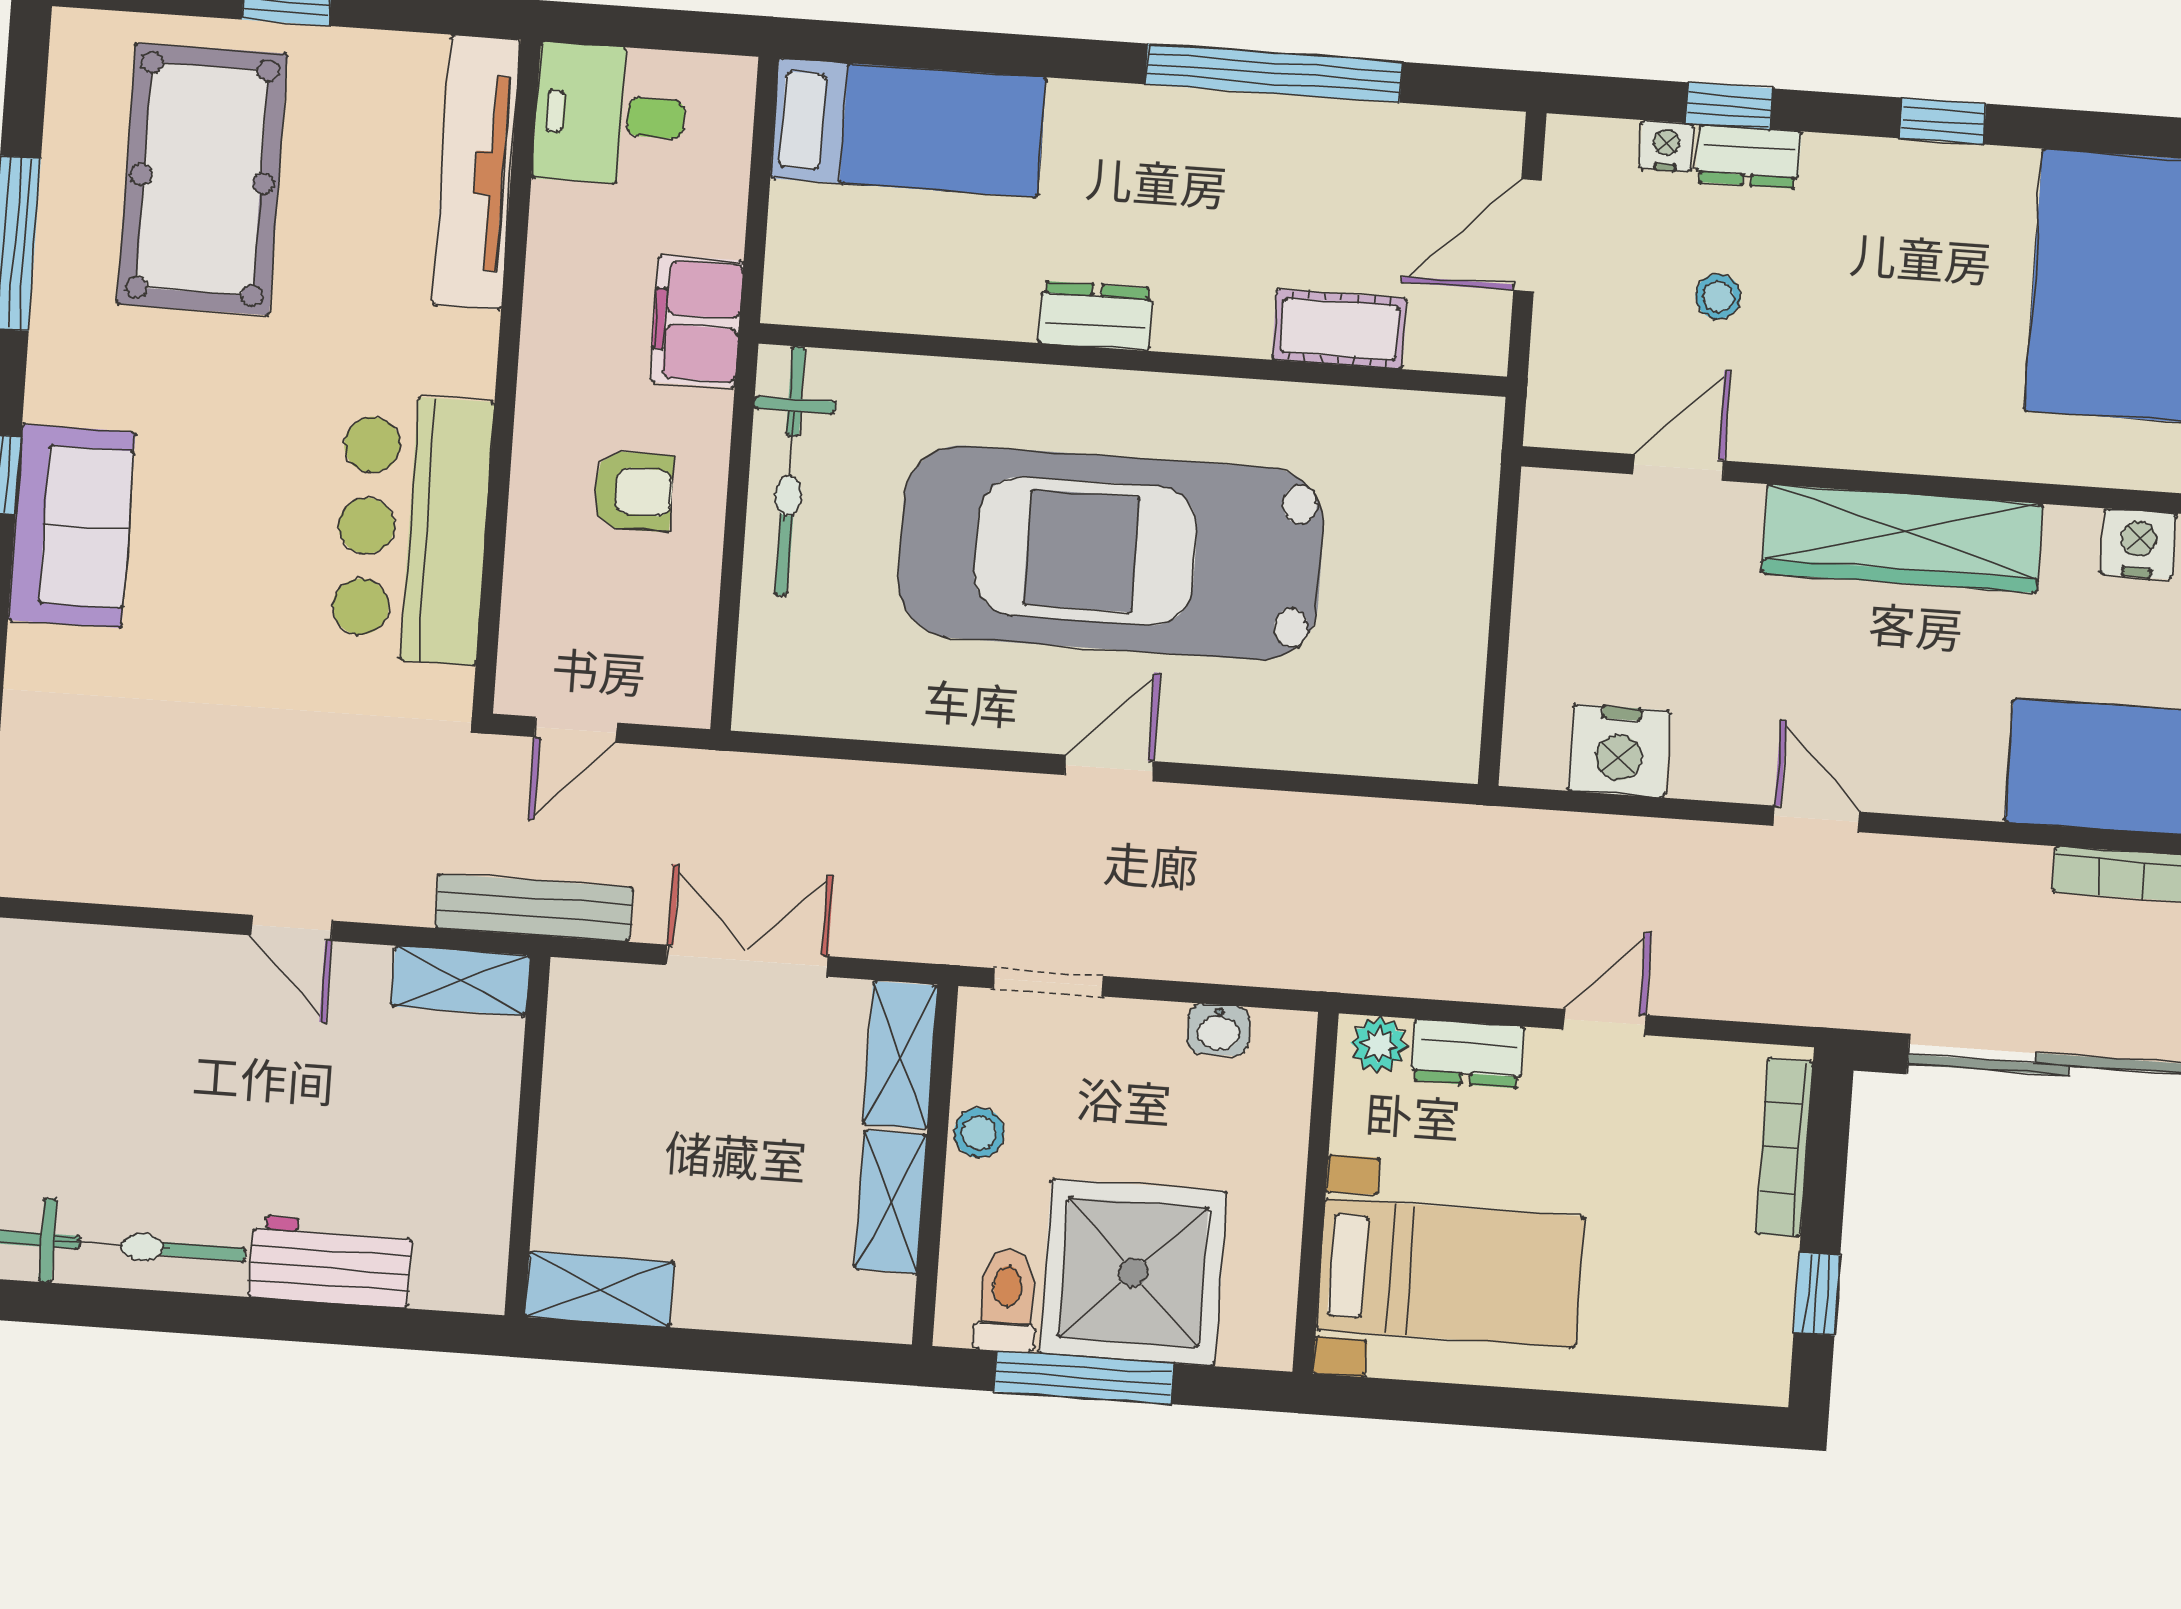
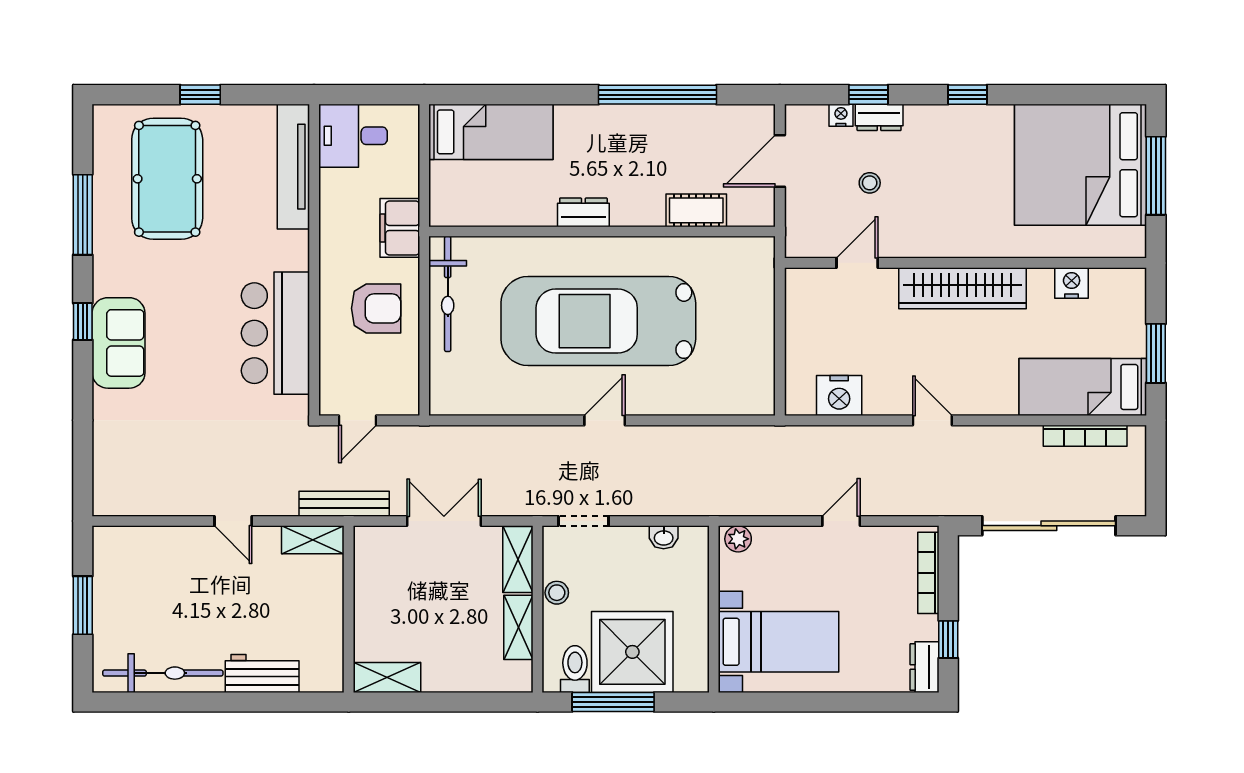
armchair: (633, 491) -> (376, 308), width x1.38, depth x1.38
dresser: (1468, 1054) -> (924, 667), moved, turned 90

